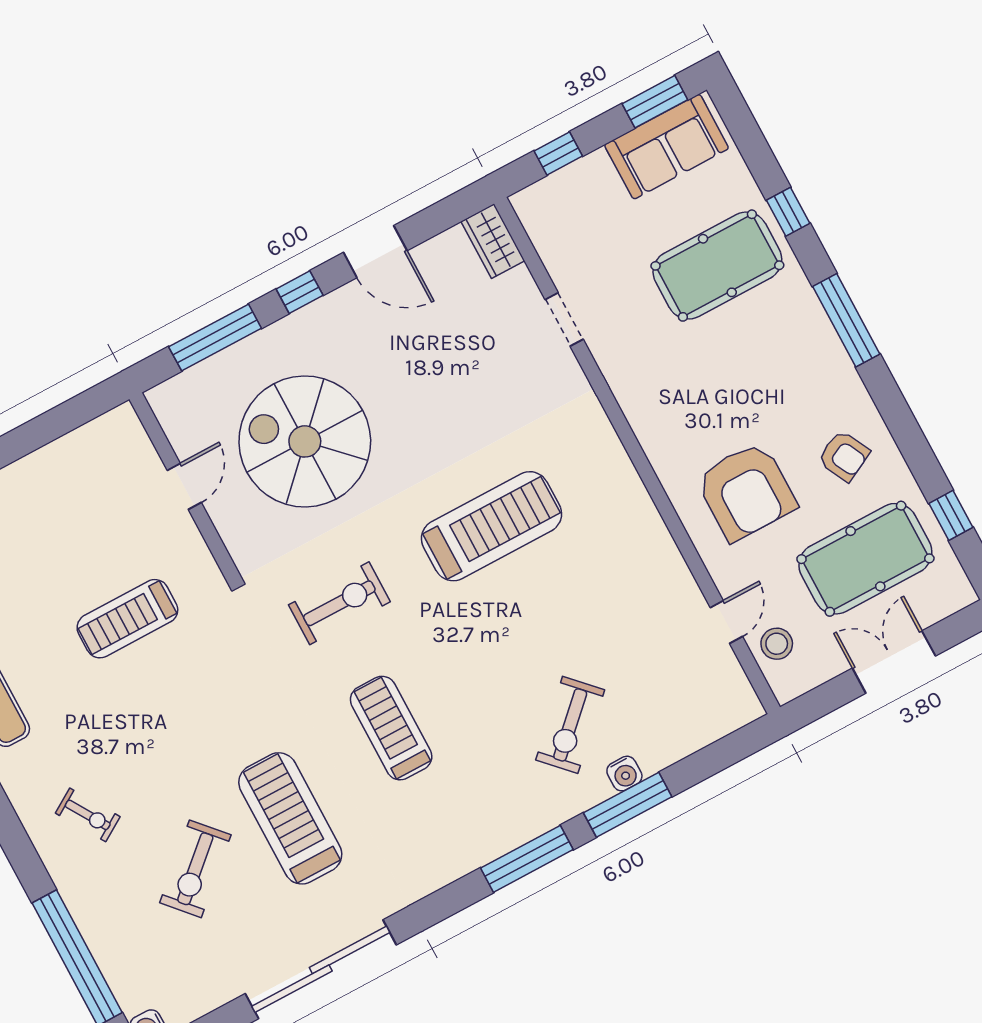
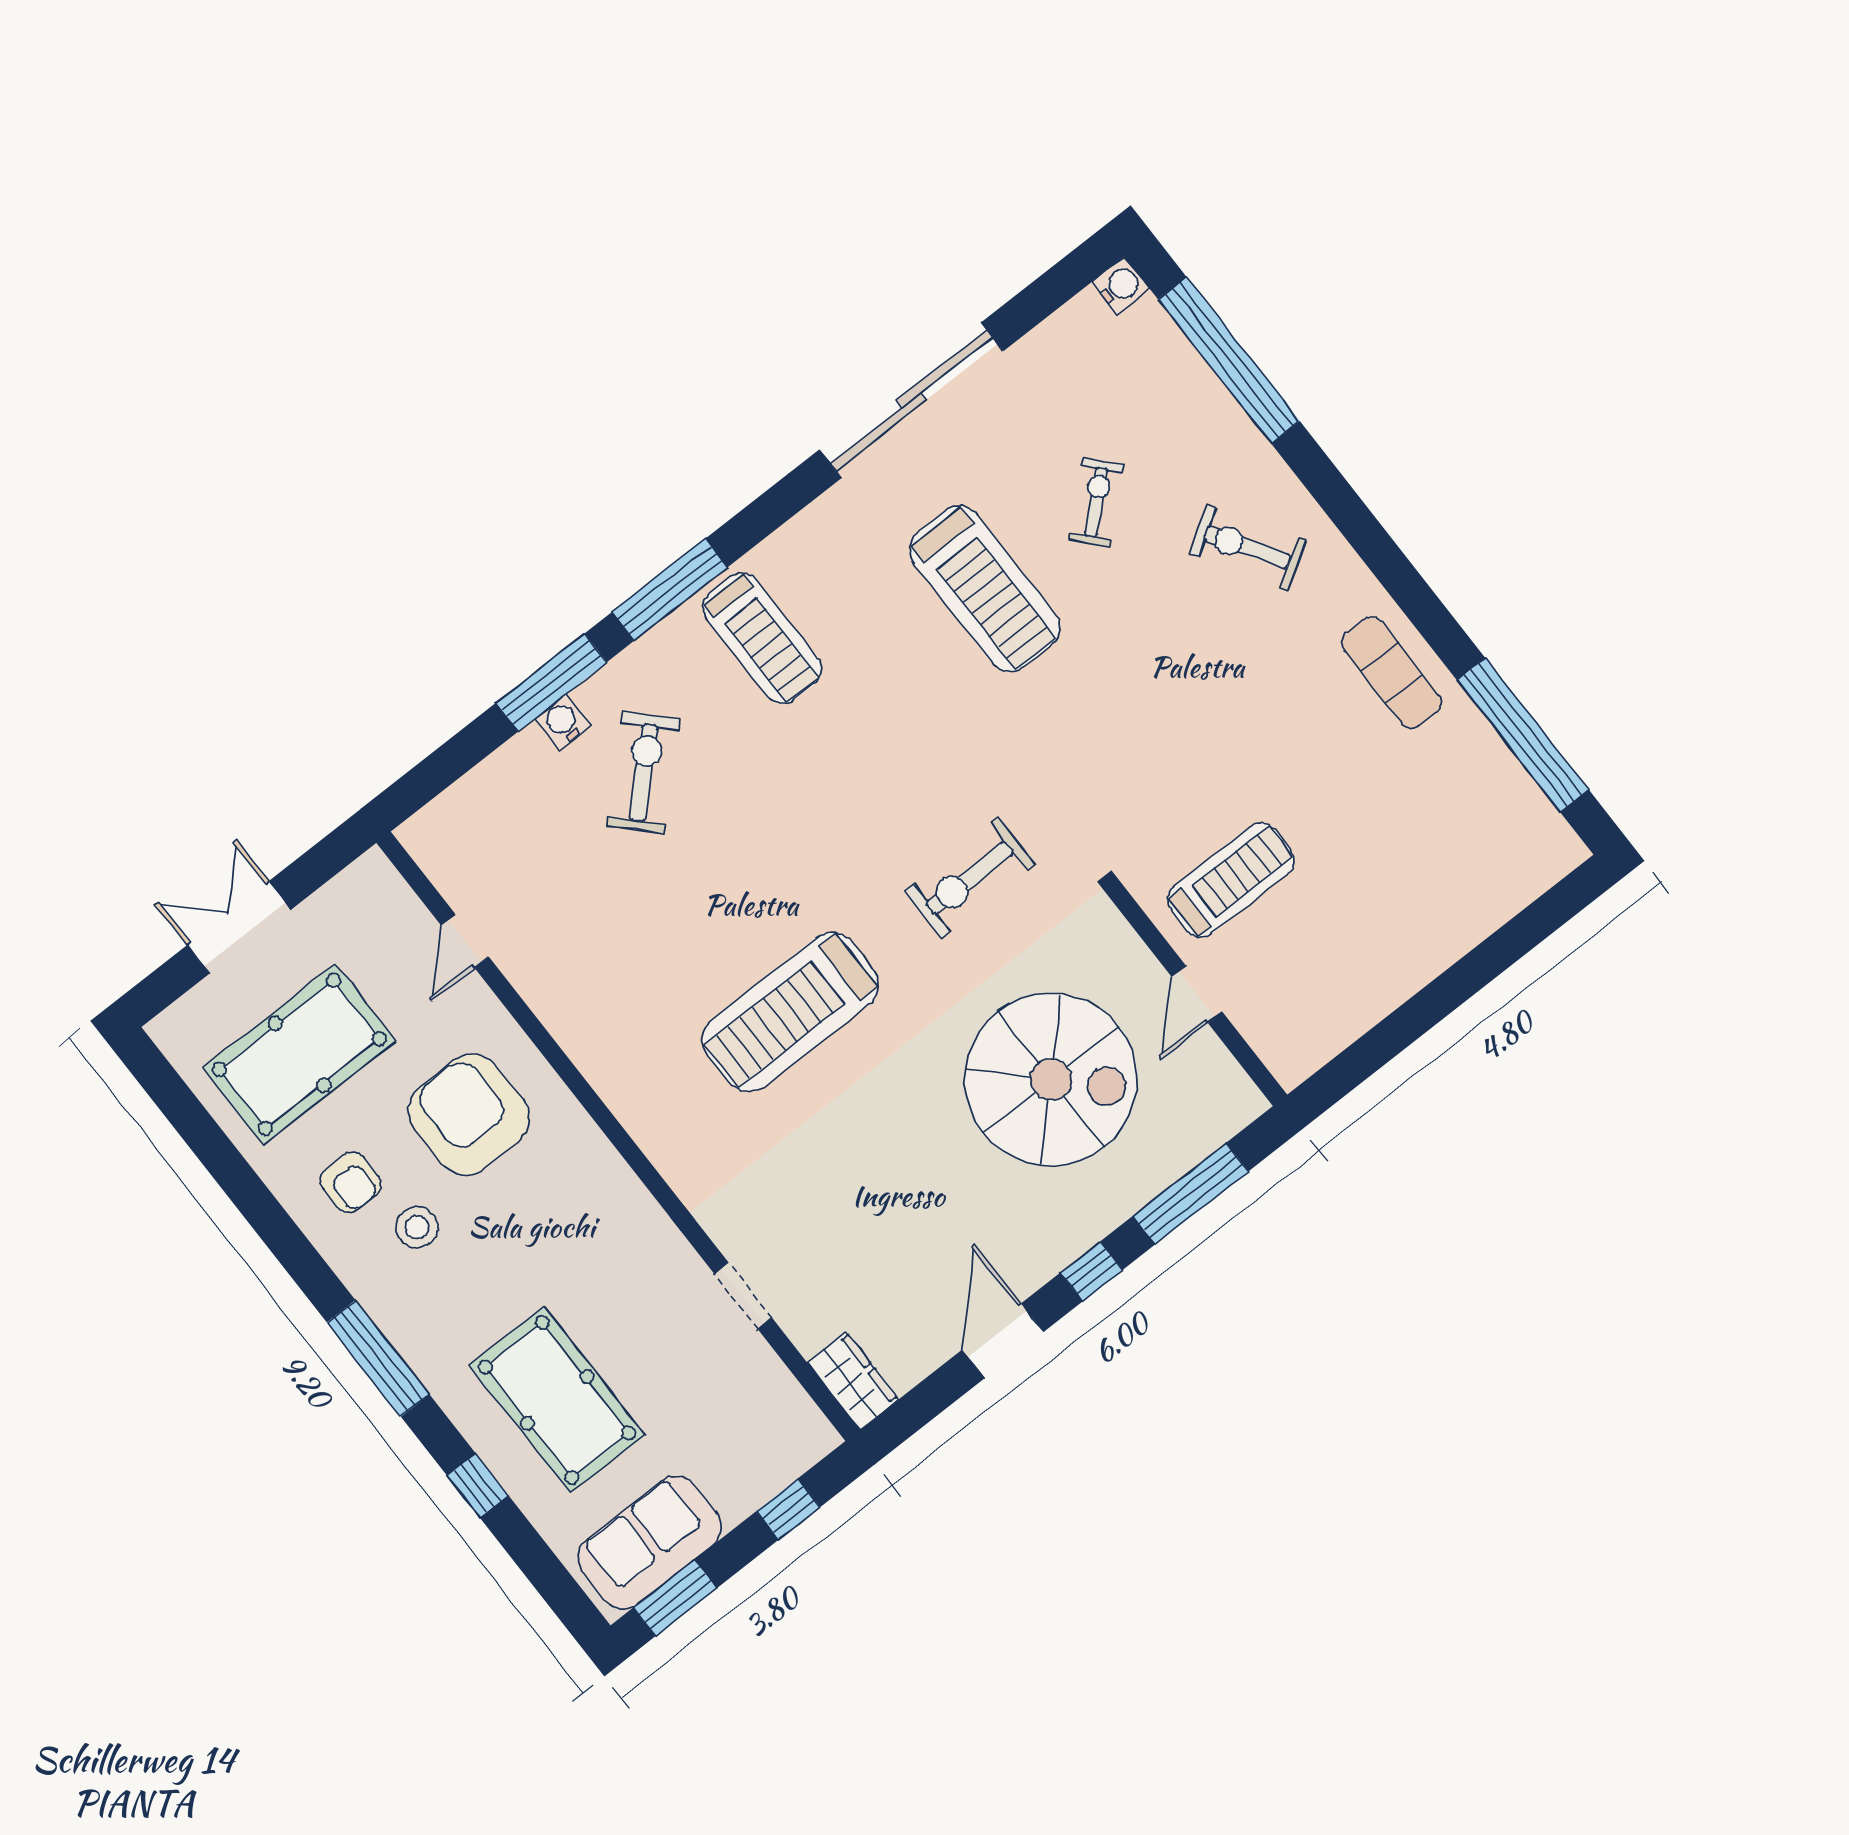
door: (375, 252) -> (1003, 1341), hinge flipped
pool table: (717, 266) -> (557, 1400), turned 90
armchair: (844, 456) -> (351, 1182), turned -153
window: (951, 515) -> (199, 1130), removed
treadmill: (127, 619) -> (1231, 880), moved
stool: (777, 644) -> (417, 1227), moved
double door: (894, 662) -> (239, 927), swing flipped
treadmill: (391, 728) -> (762, 639), moved
exercise bike: (88, 815) -> (1247, 547), width x1.38, depth x1.39
exercise bike: (195, 869) -> (1096, 502), width x0.73, depth x0.72

